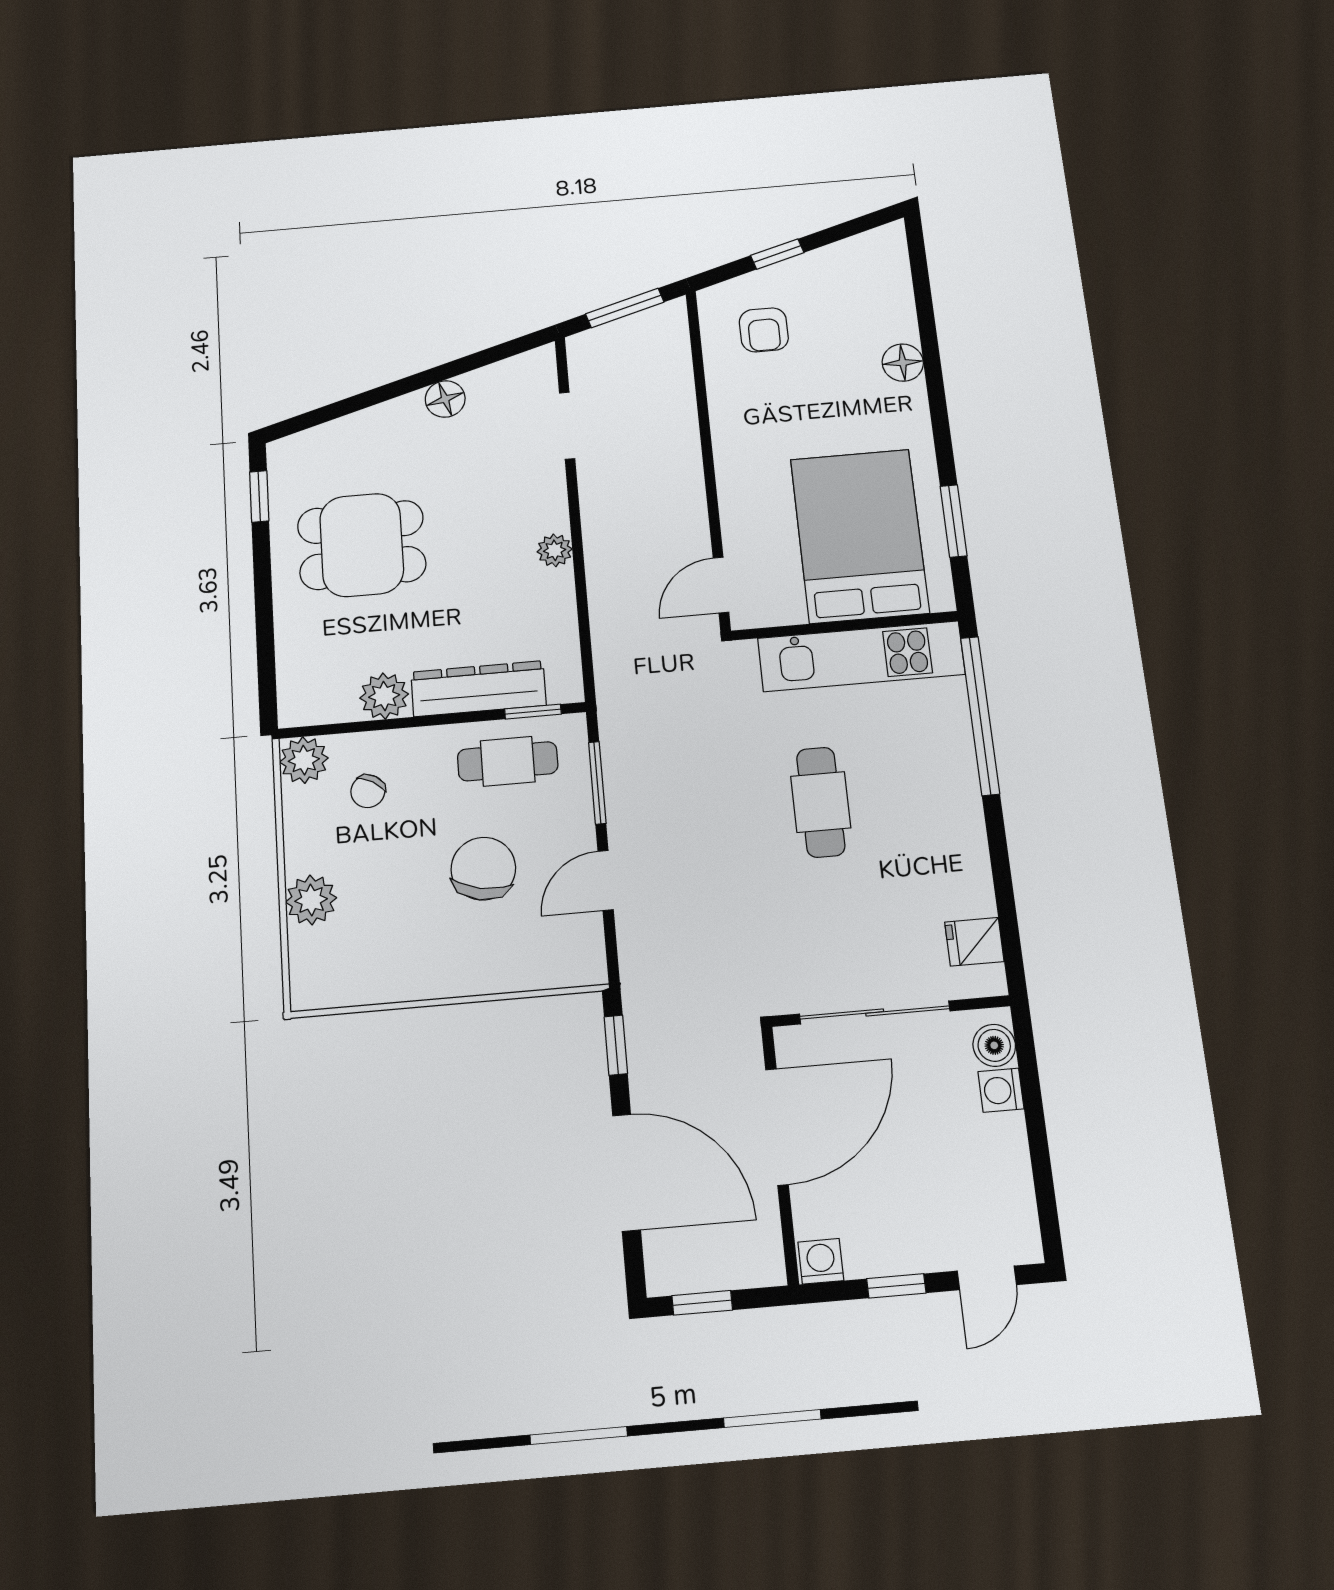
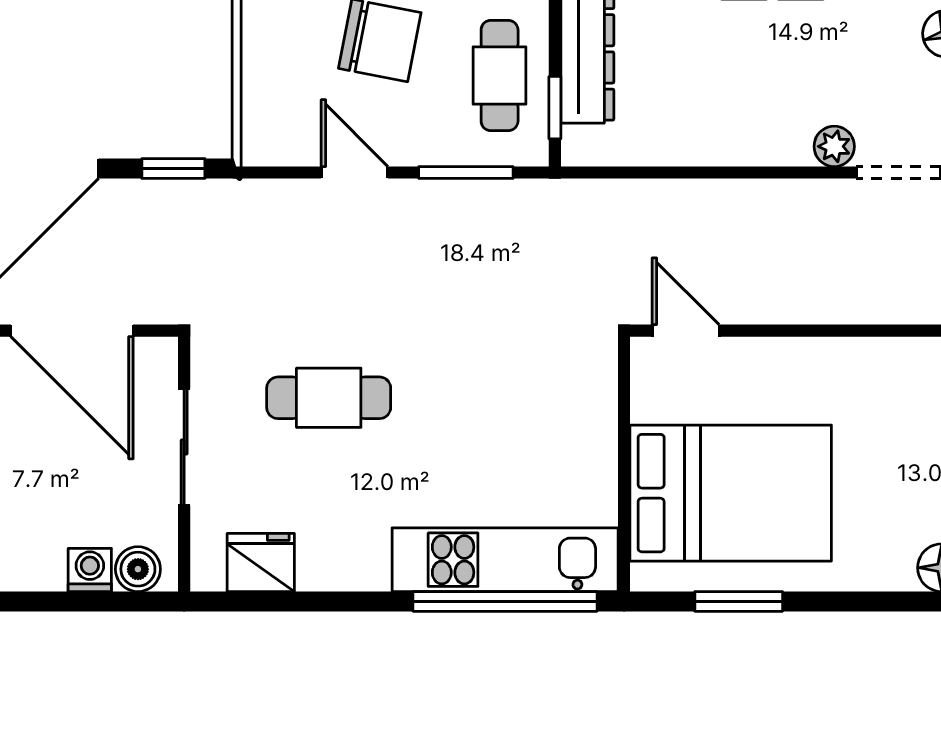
plant: (555, 550) -> (834, 146), moved
kitchen unit: (861, 656) -> (505, 560), moved, turned 90
cafe table: (821, 802) -> (329, 398), moved
fridge: (974, 942) -> (261, 563), width x1.38
sliding door: (875, 1013) -> (184, 447), width x0.73

